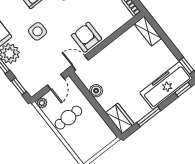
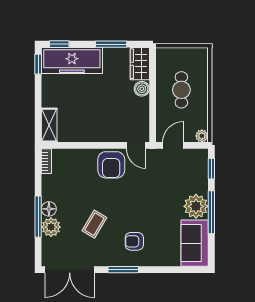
side table: (38, 31) -> (153, 206), removed
boiler: (96, 91) -> (142, 89), moved
cafe table: (68, 118) -> (181, 90), moved, turned 90

